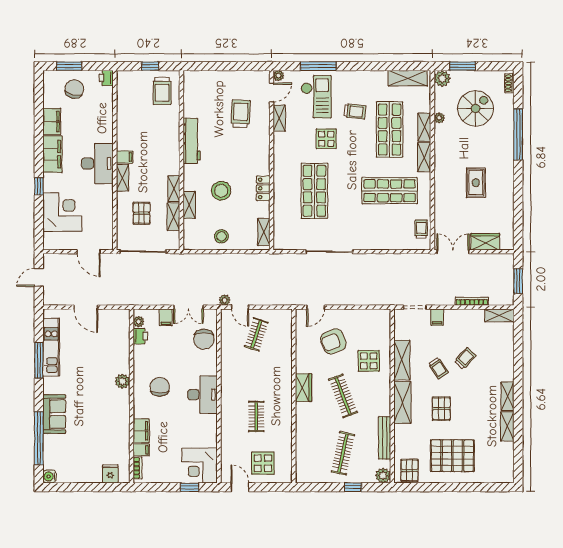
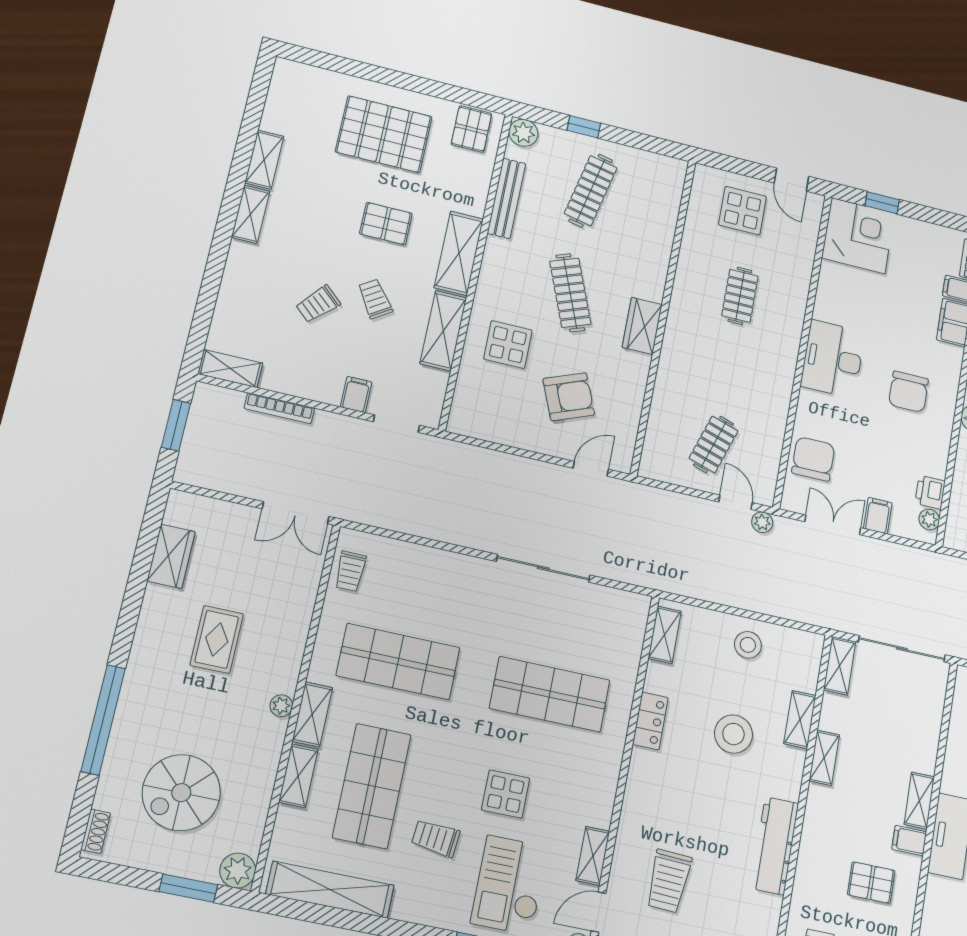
shelving: (408, 78) -> (330, 890), width x1.47
plant: (439, 118) -> (281, 706), moved
shop shelf: (314, 191) -> (550, 694), turned 90
pallet: (142, 213) -> (871, 883), moved, turned 90
shelving: (173, 217) -> (840, 666), moved
wardrobe: (485, 242) -> (171, 556), moved, turned -90
pallet: (441, 409) -> (386, 224), turned 90

